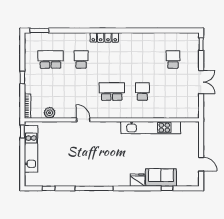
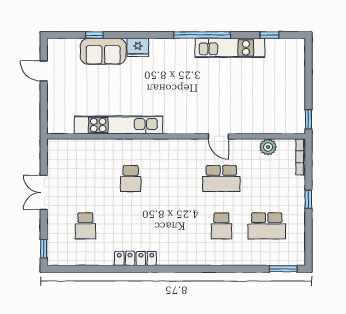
locker: (104, 37) -> (135, 258), moved
school desk: (112, 91) -> (221, 179), moved
kitchen unit: (31, 149) -> (230, 48), moved, turned -90

